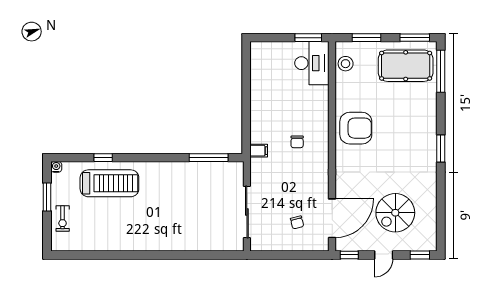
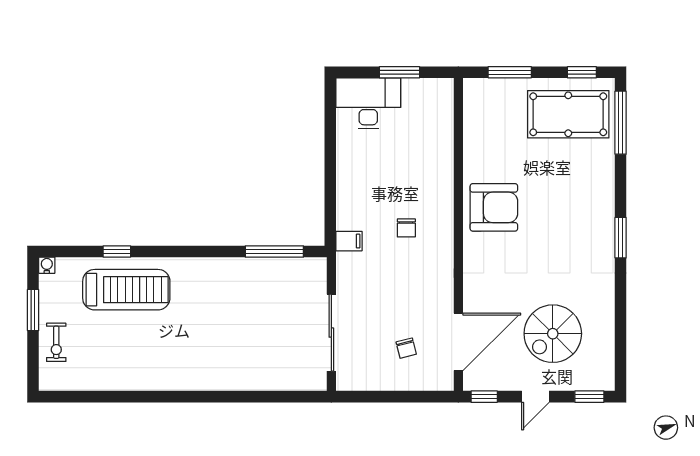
window: (308, 38) -> (400, 72), moved
window: (415, 38) -> (582, 72), width x0.67
desk: (312, 63) -> (368, 103), moved, turned -90
stool: (346, 64) -> (479, 111), removed

